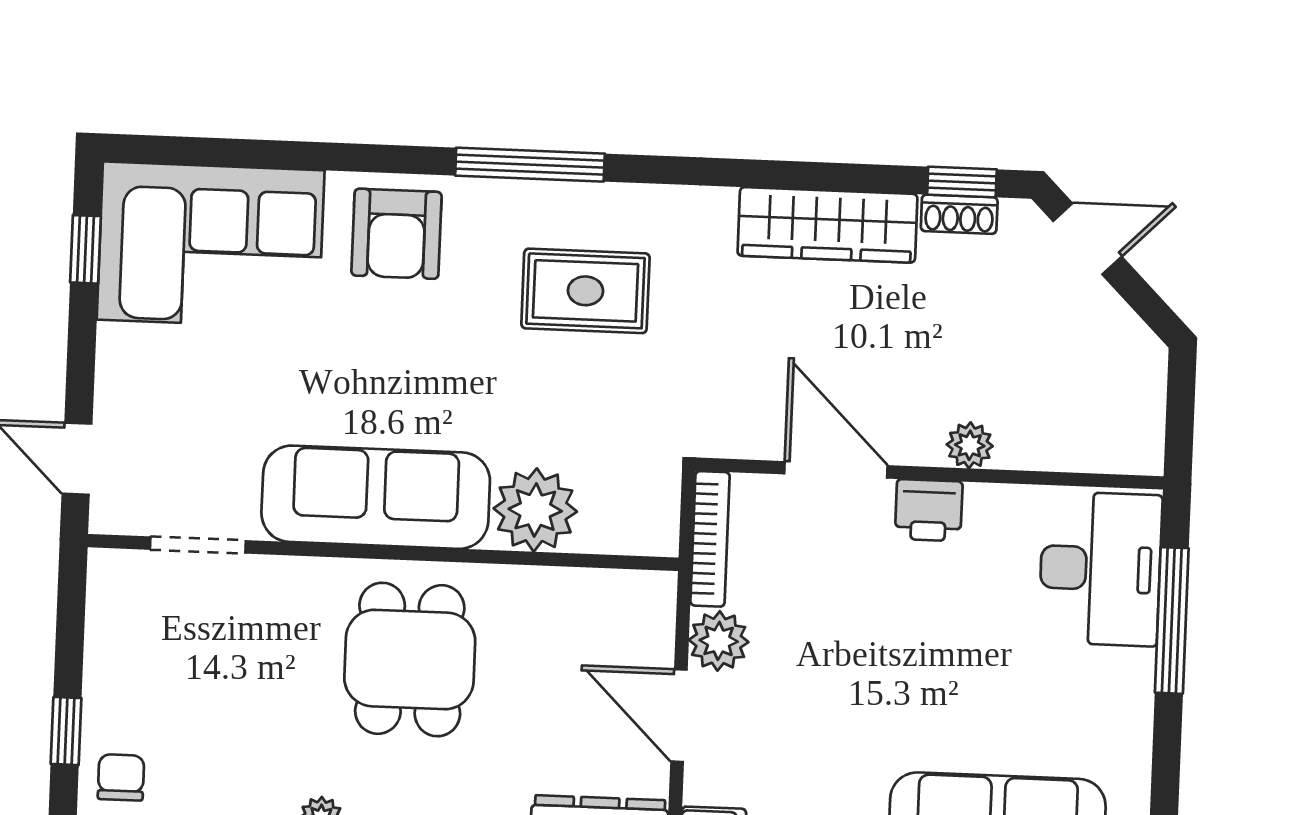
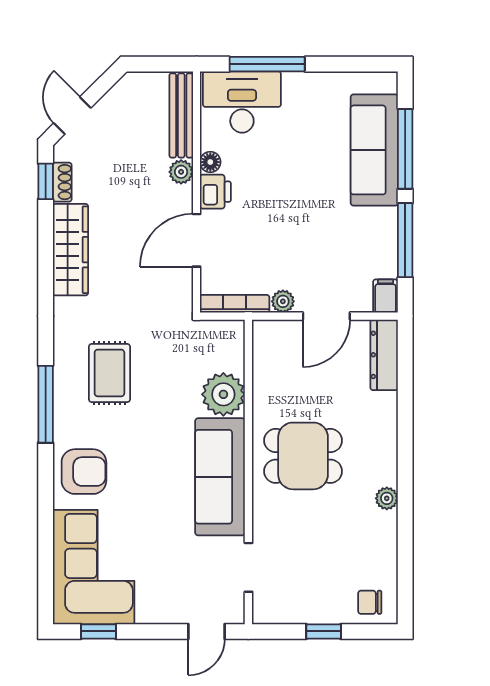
bench: (1079, 450) -> (181, 115), added
floor lamp: (986, 503) -> (210, 162), added
plant: (719, 641) -> (283, 301), width x0.73, depth x0.73
window: (66, 731) -> (324, 631), moved

